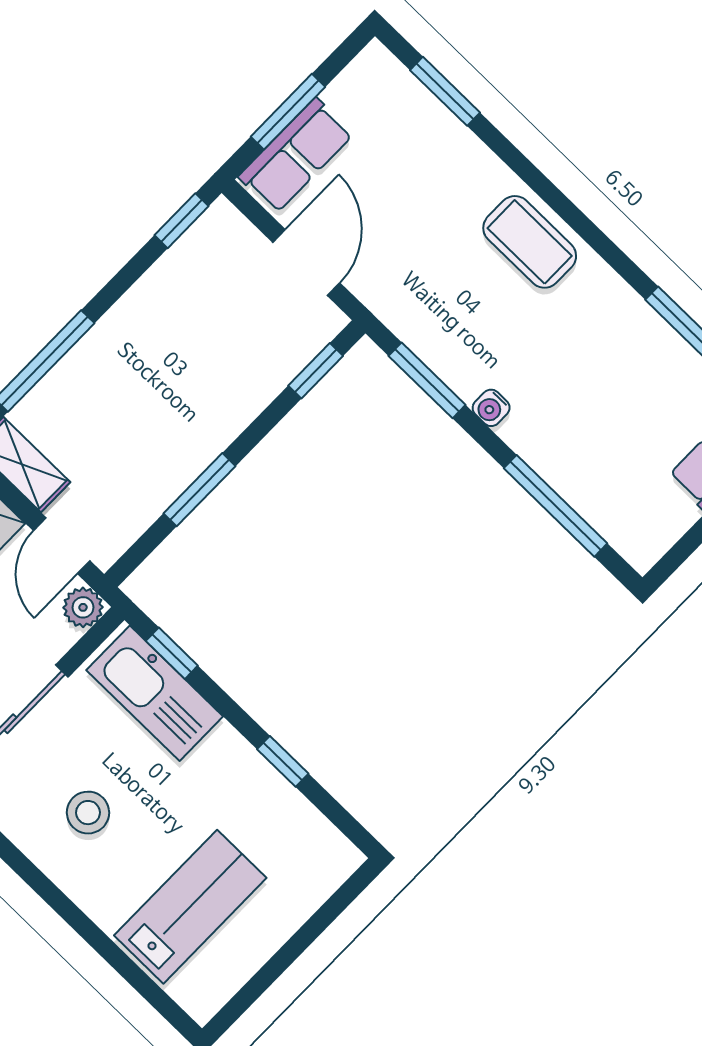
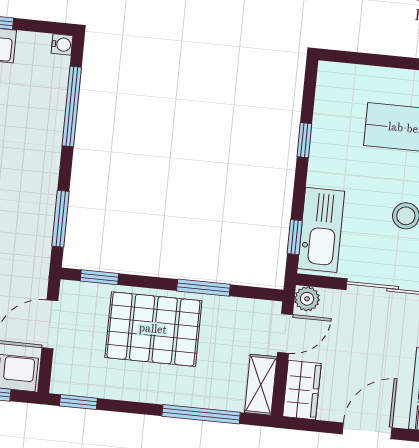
pallet: (198, 386) -> (153, 329), added
water cooler: (491, 408) -> (62, 45), moved

